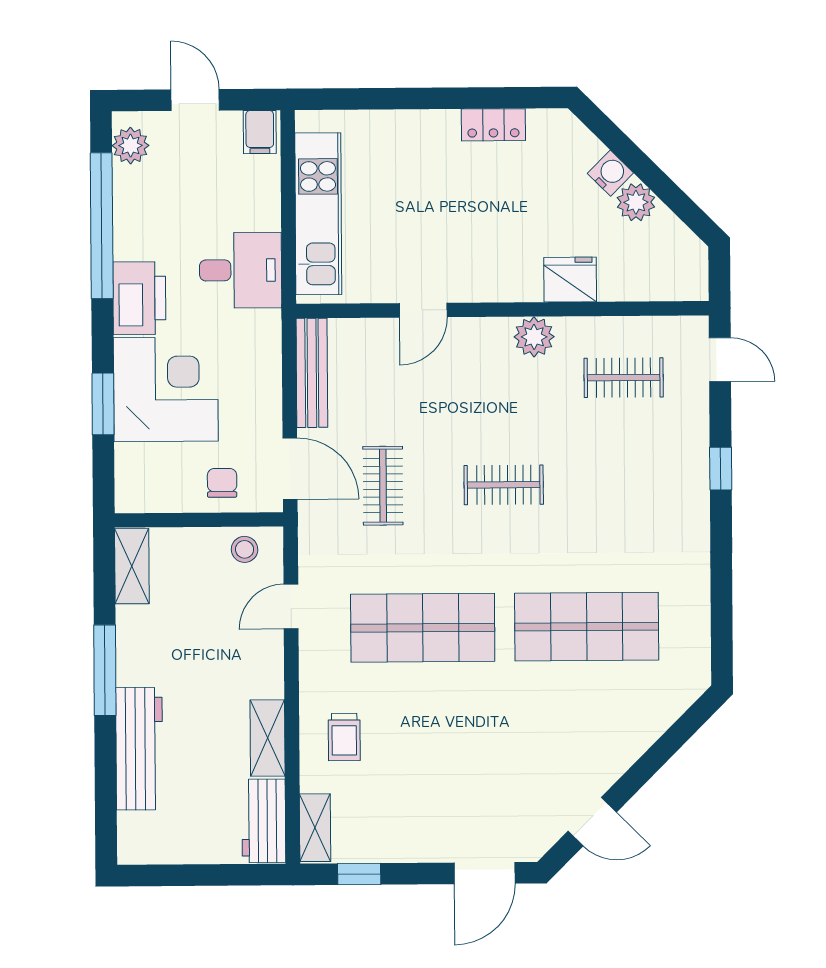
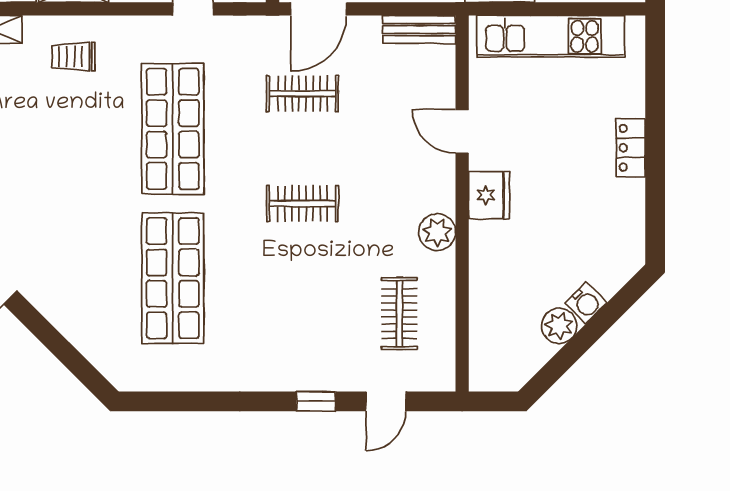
locker: (493, 125) -> (631, 148), moved
fridge: (570, 280) -> (489, 195), moved
door: (720, 360) -> (386, 401), moved
bench: (312, 373) -> (419, 29), width x0.73
clothes rail: (504, 485) -> (302, 204), turned 90

